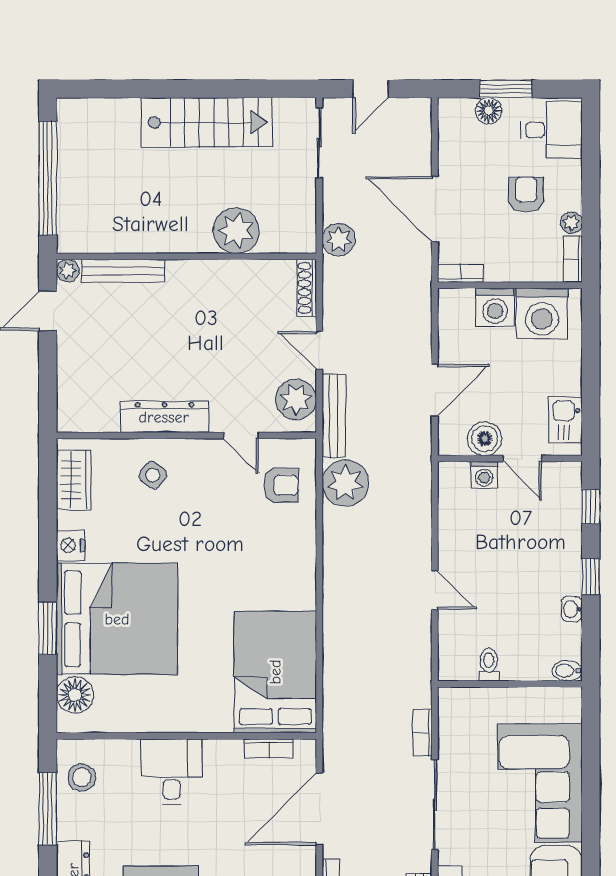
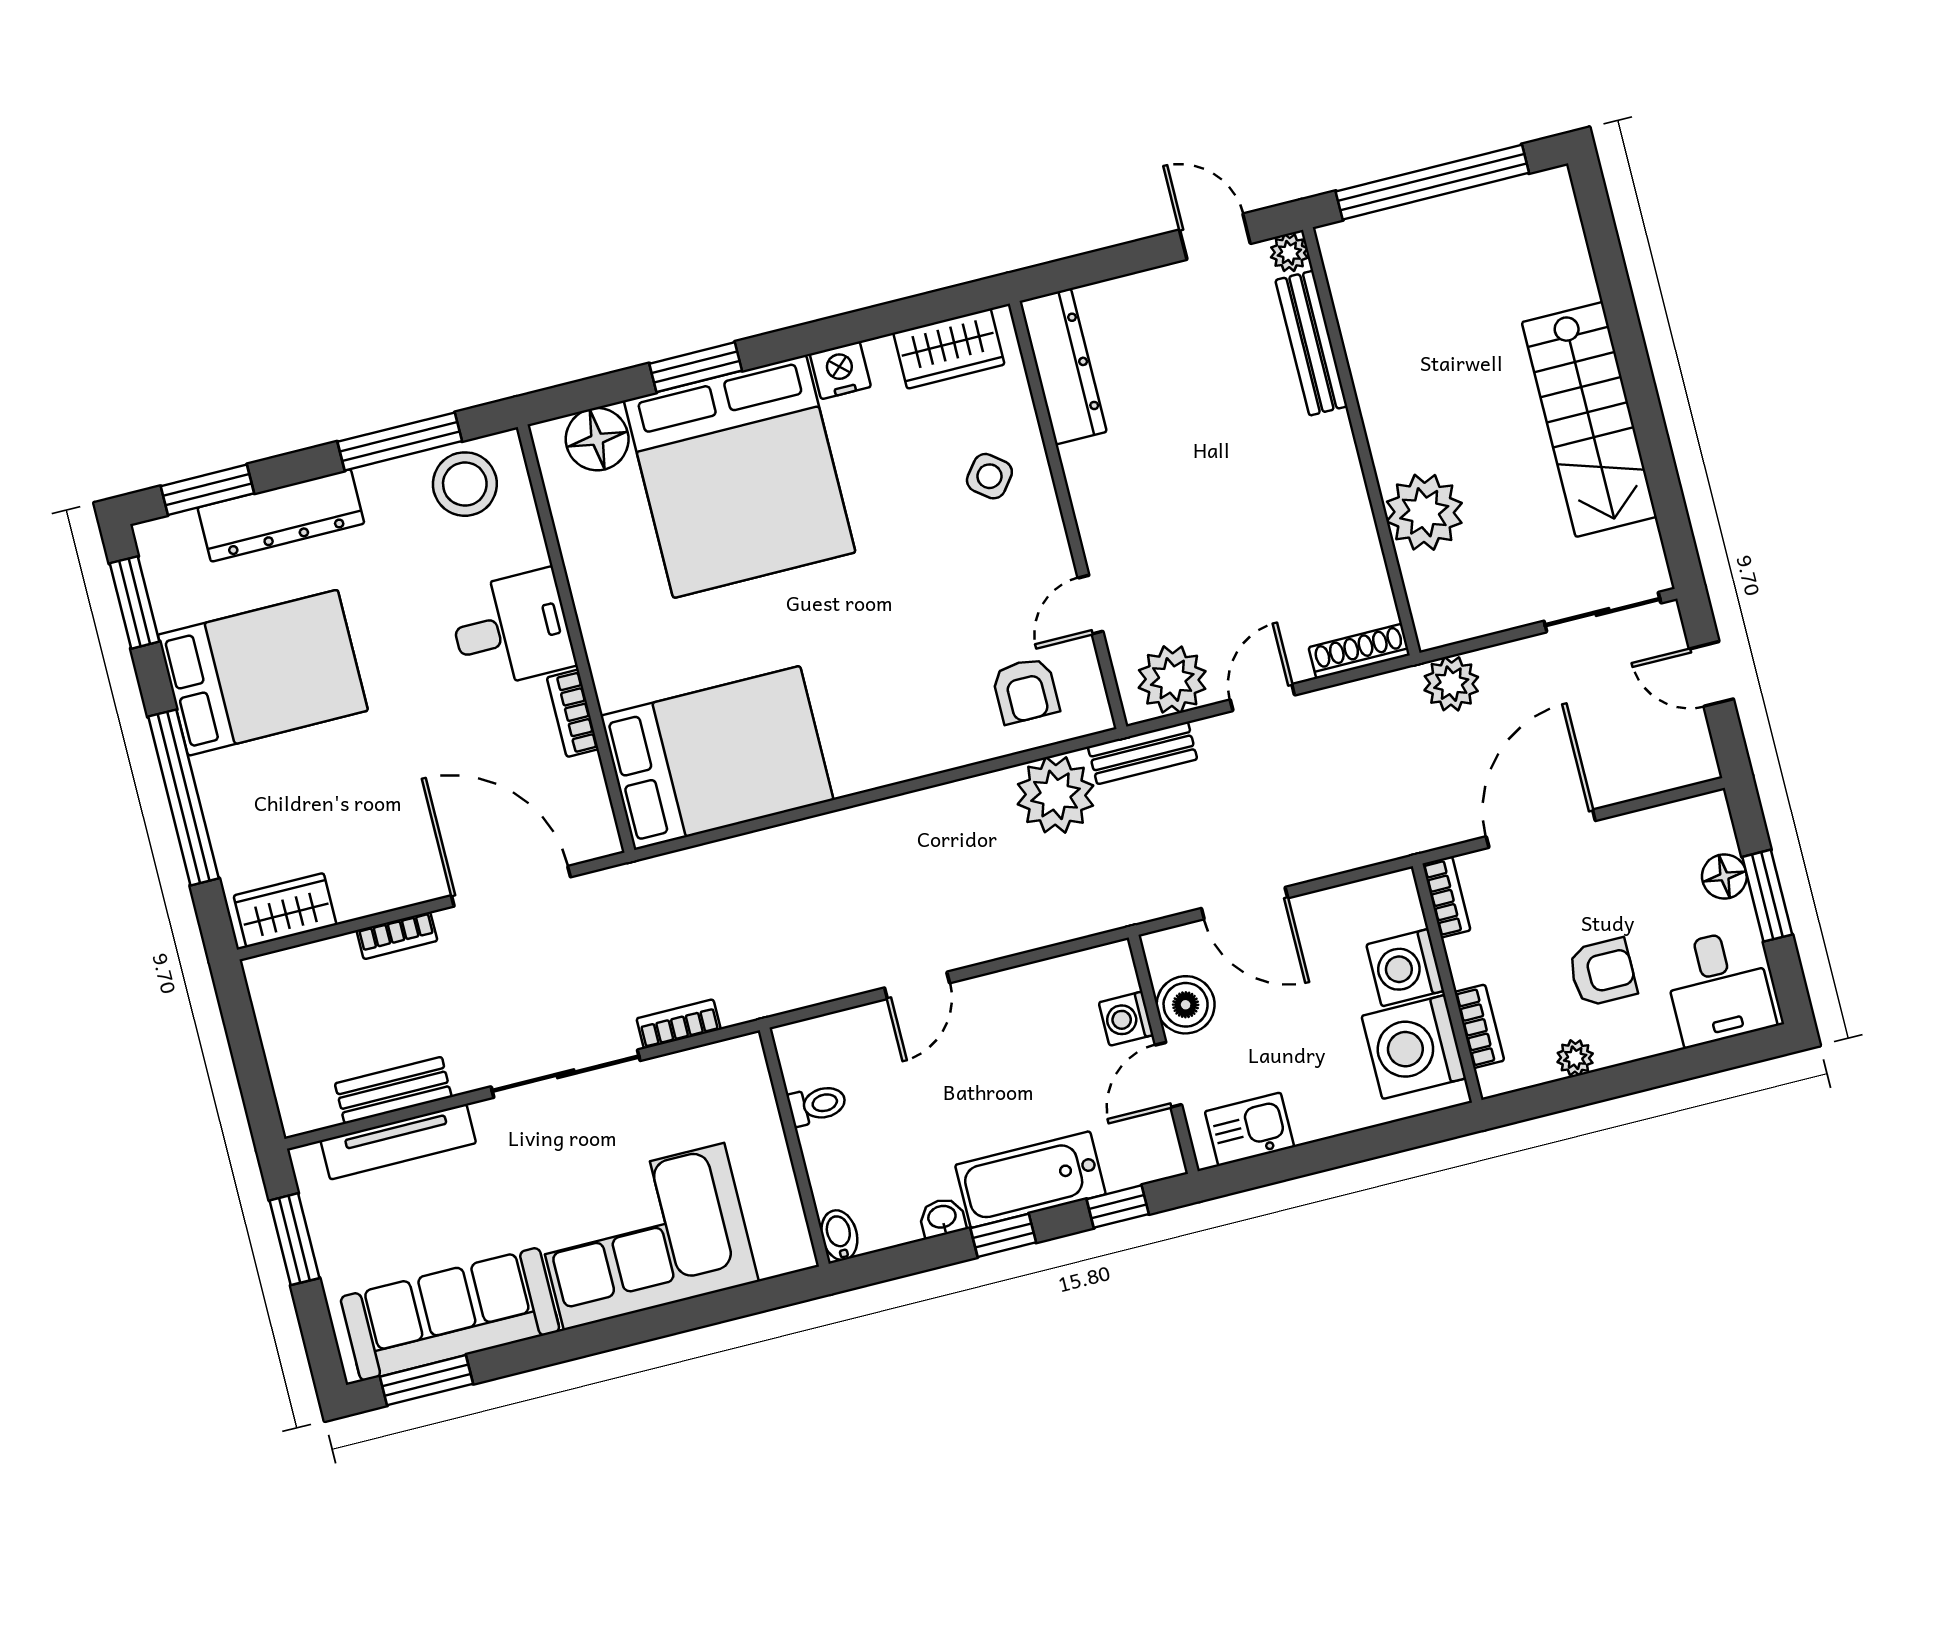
bookcase: (573, 259) -> (1479, 1026), moved, turned 90
bench: (334, 416) -> (1142, 753), width x0.73
dresser: (164, 417) -> (1063, 366), moved
bathtub: (563, 553) -> (1030, 1180), added
bookcase: (269, 749) -> (573, 713), moved
stool: (82, 777) -> (465, 484), width x1.38, depth x1.38

